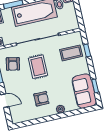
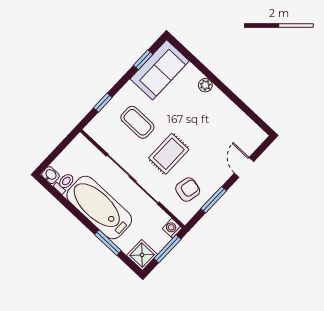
coffee table: (71, 53) -> (137, 122), moved
armchair: (41, 99) -> (209, 120), removed

